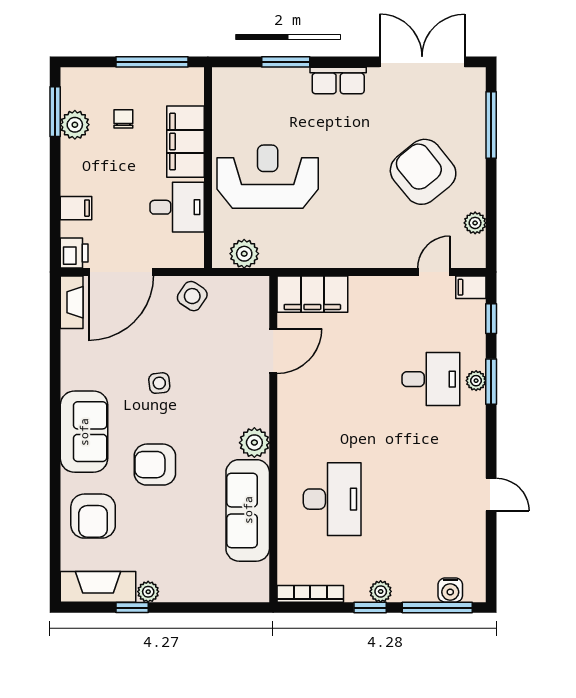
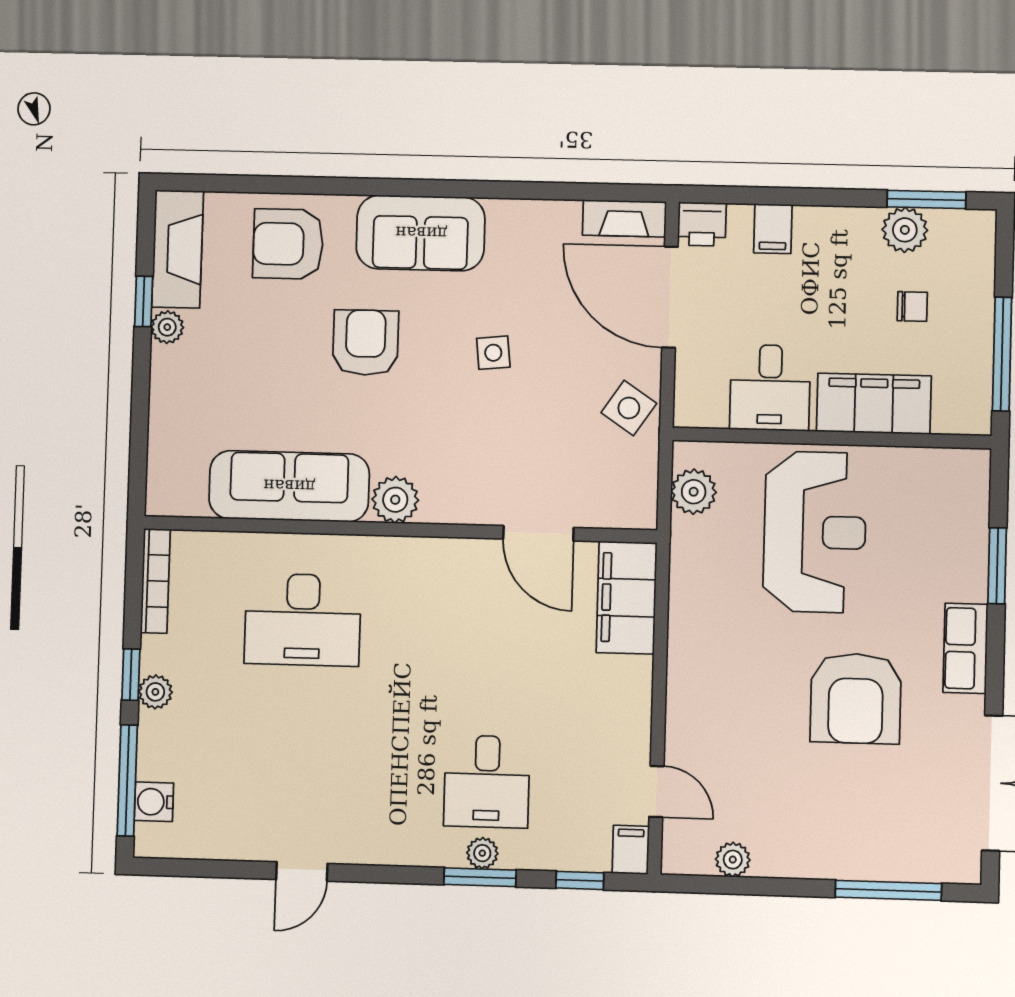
armchair: (423, 172) -> (856, 698), moved, turned 129

